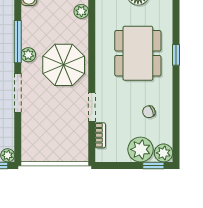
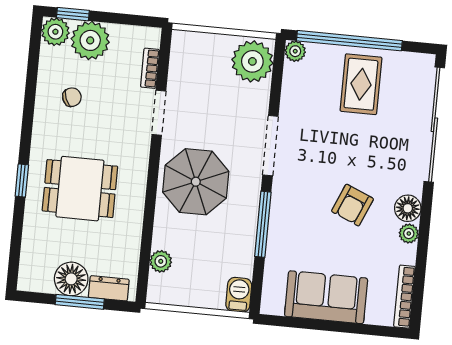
dining table: (138, 53) -> (80, 189), width x0.73
plant: (28, 55) -> (252, 61), moved, width x1.88, depth x1.88

